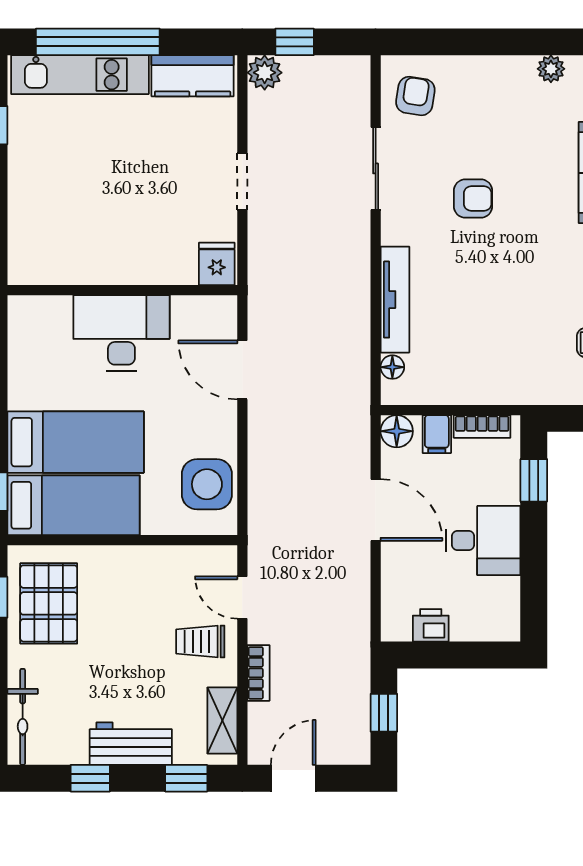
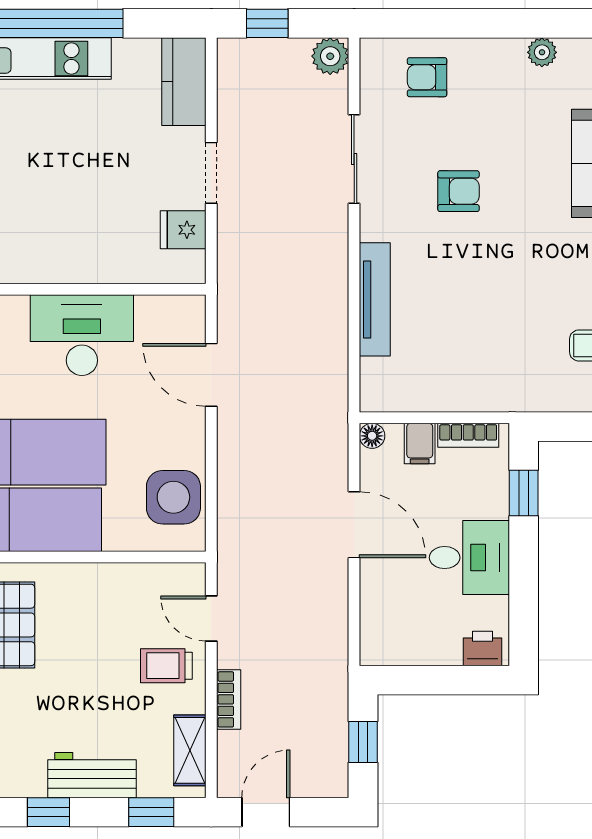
plant: (265, 73) -> (330, 56), moved
kitchen counter: (193, 76) -> (184, 82), moved, turned 90
armchair: (415, 96) -> (427, 77), moved, turned -99
fridge: (217, 264) -> (183, 230), moved, turned -90
floor lamp: (392, 367) -> (372, 372), removed
floor lamp: (397, 431) -> (372, 436), width x0.73, depth x0.73
printer: (431, 625) -> (483, 648), moved

